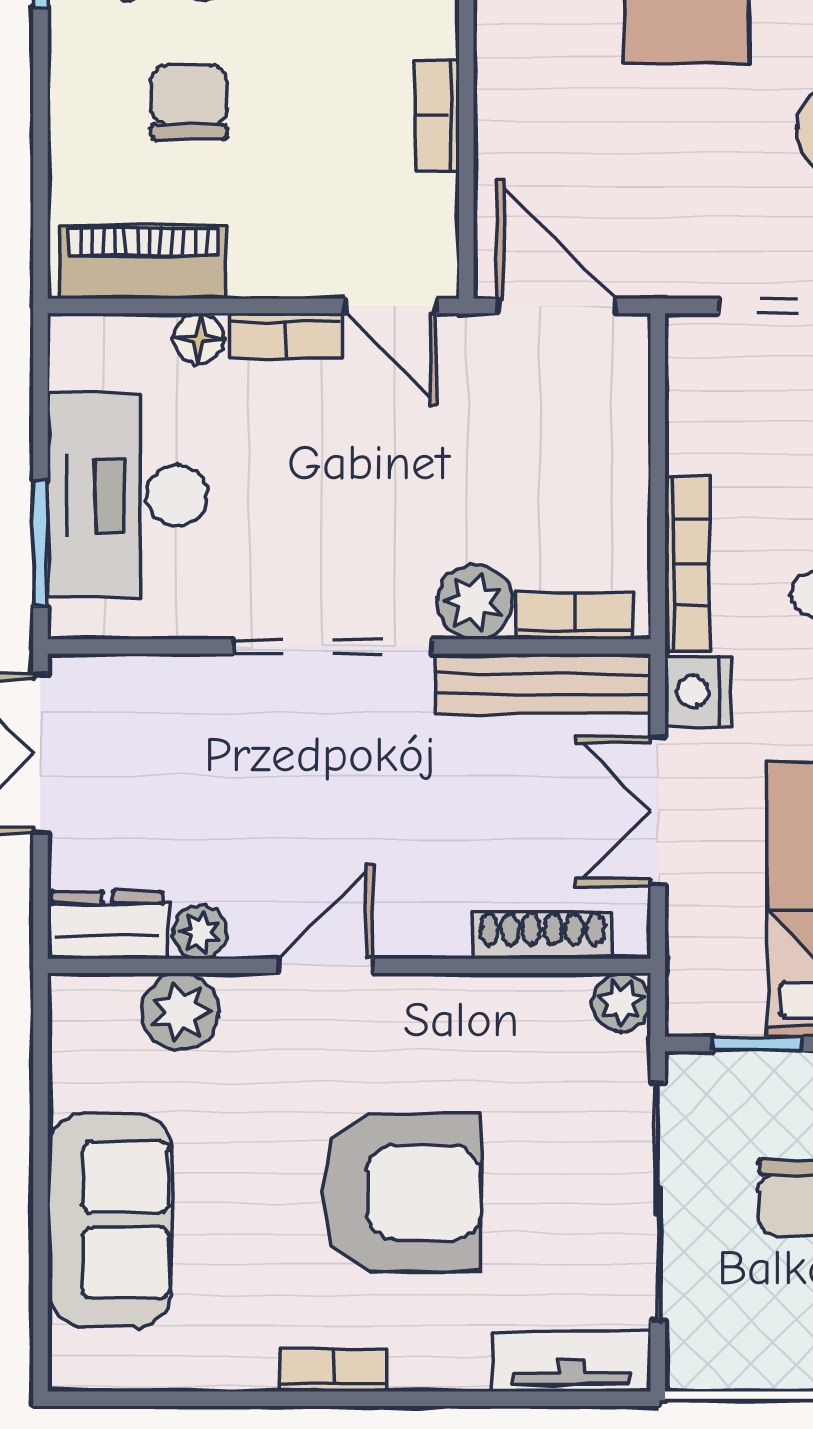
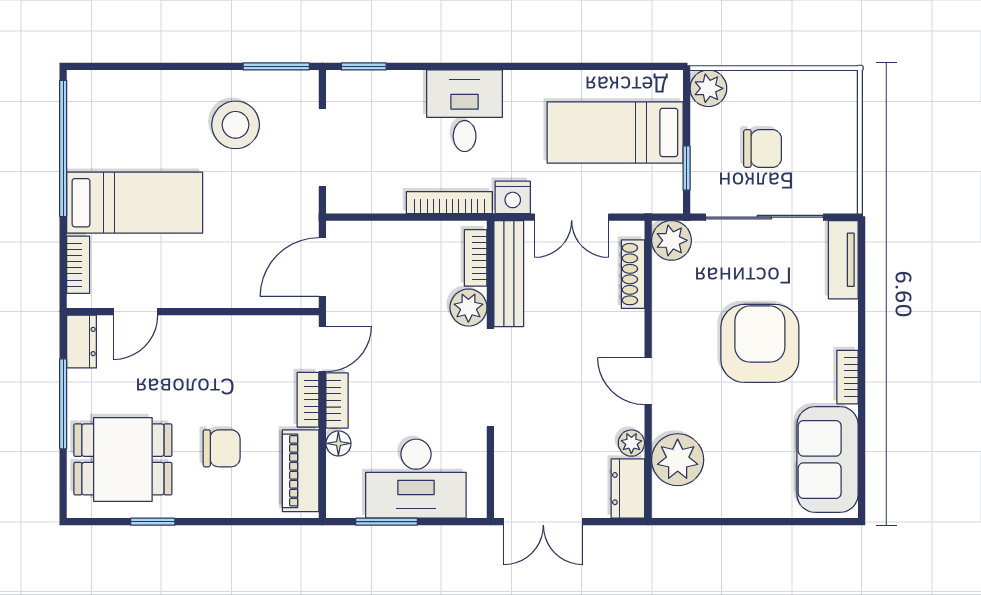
chair: (189, 102) -> (222, 448), turned 180
bookcase: (437, 116) -> (308, 400), moved, turned 90
window: (40, 543) -> (386, 522), moved
plant: (621, 1002) -> (671, 240), width x1.38, depth x1.38
plant: (180, 1012) -> (678, 460), width x1.36, depth x1.36
sofa: (110, 1220) -> (828, 459), moved, turned -90

